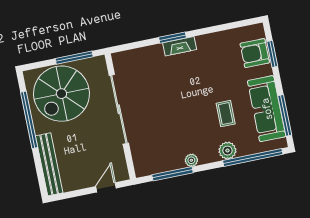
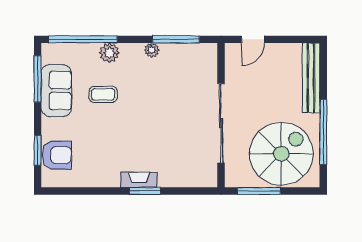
sofa: (267, 109) -> (56, 91), width x0.73
coffee table: (226, 114) -> (103, 94), turned 90

